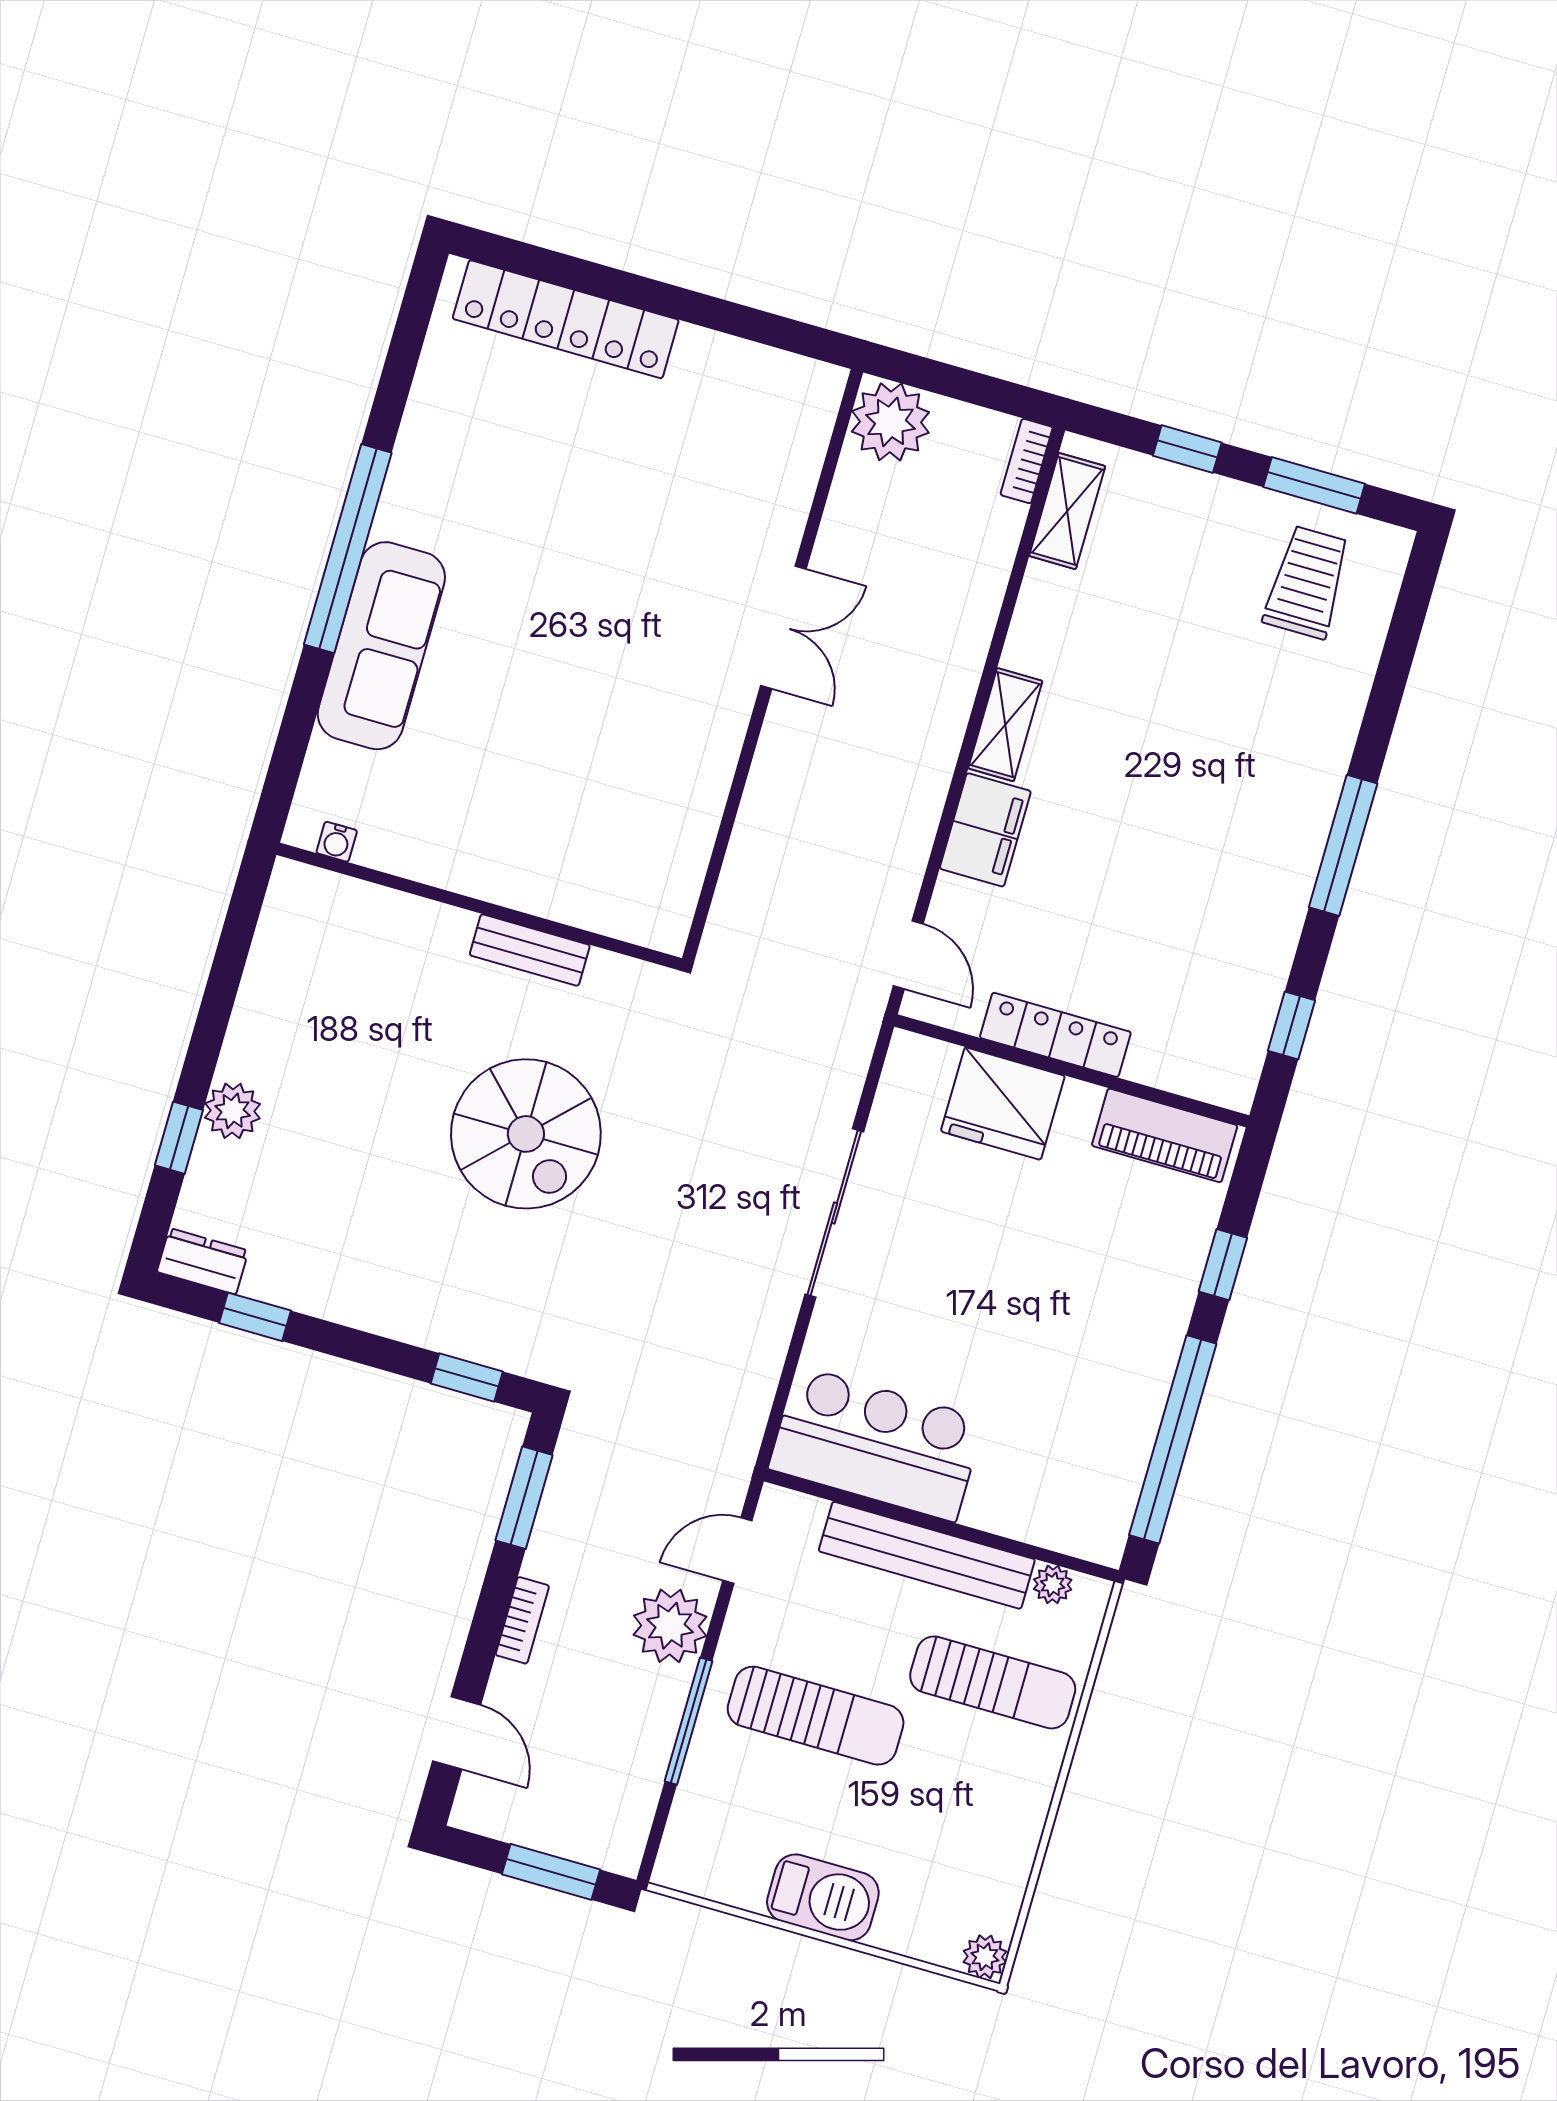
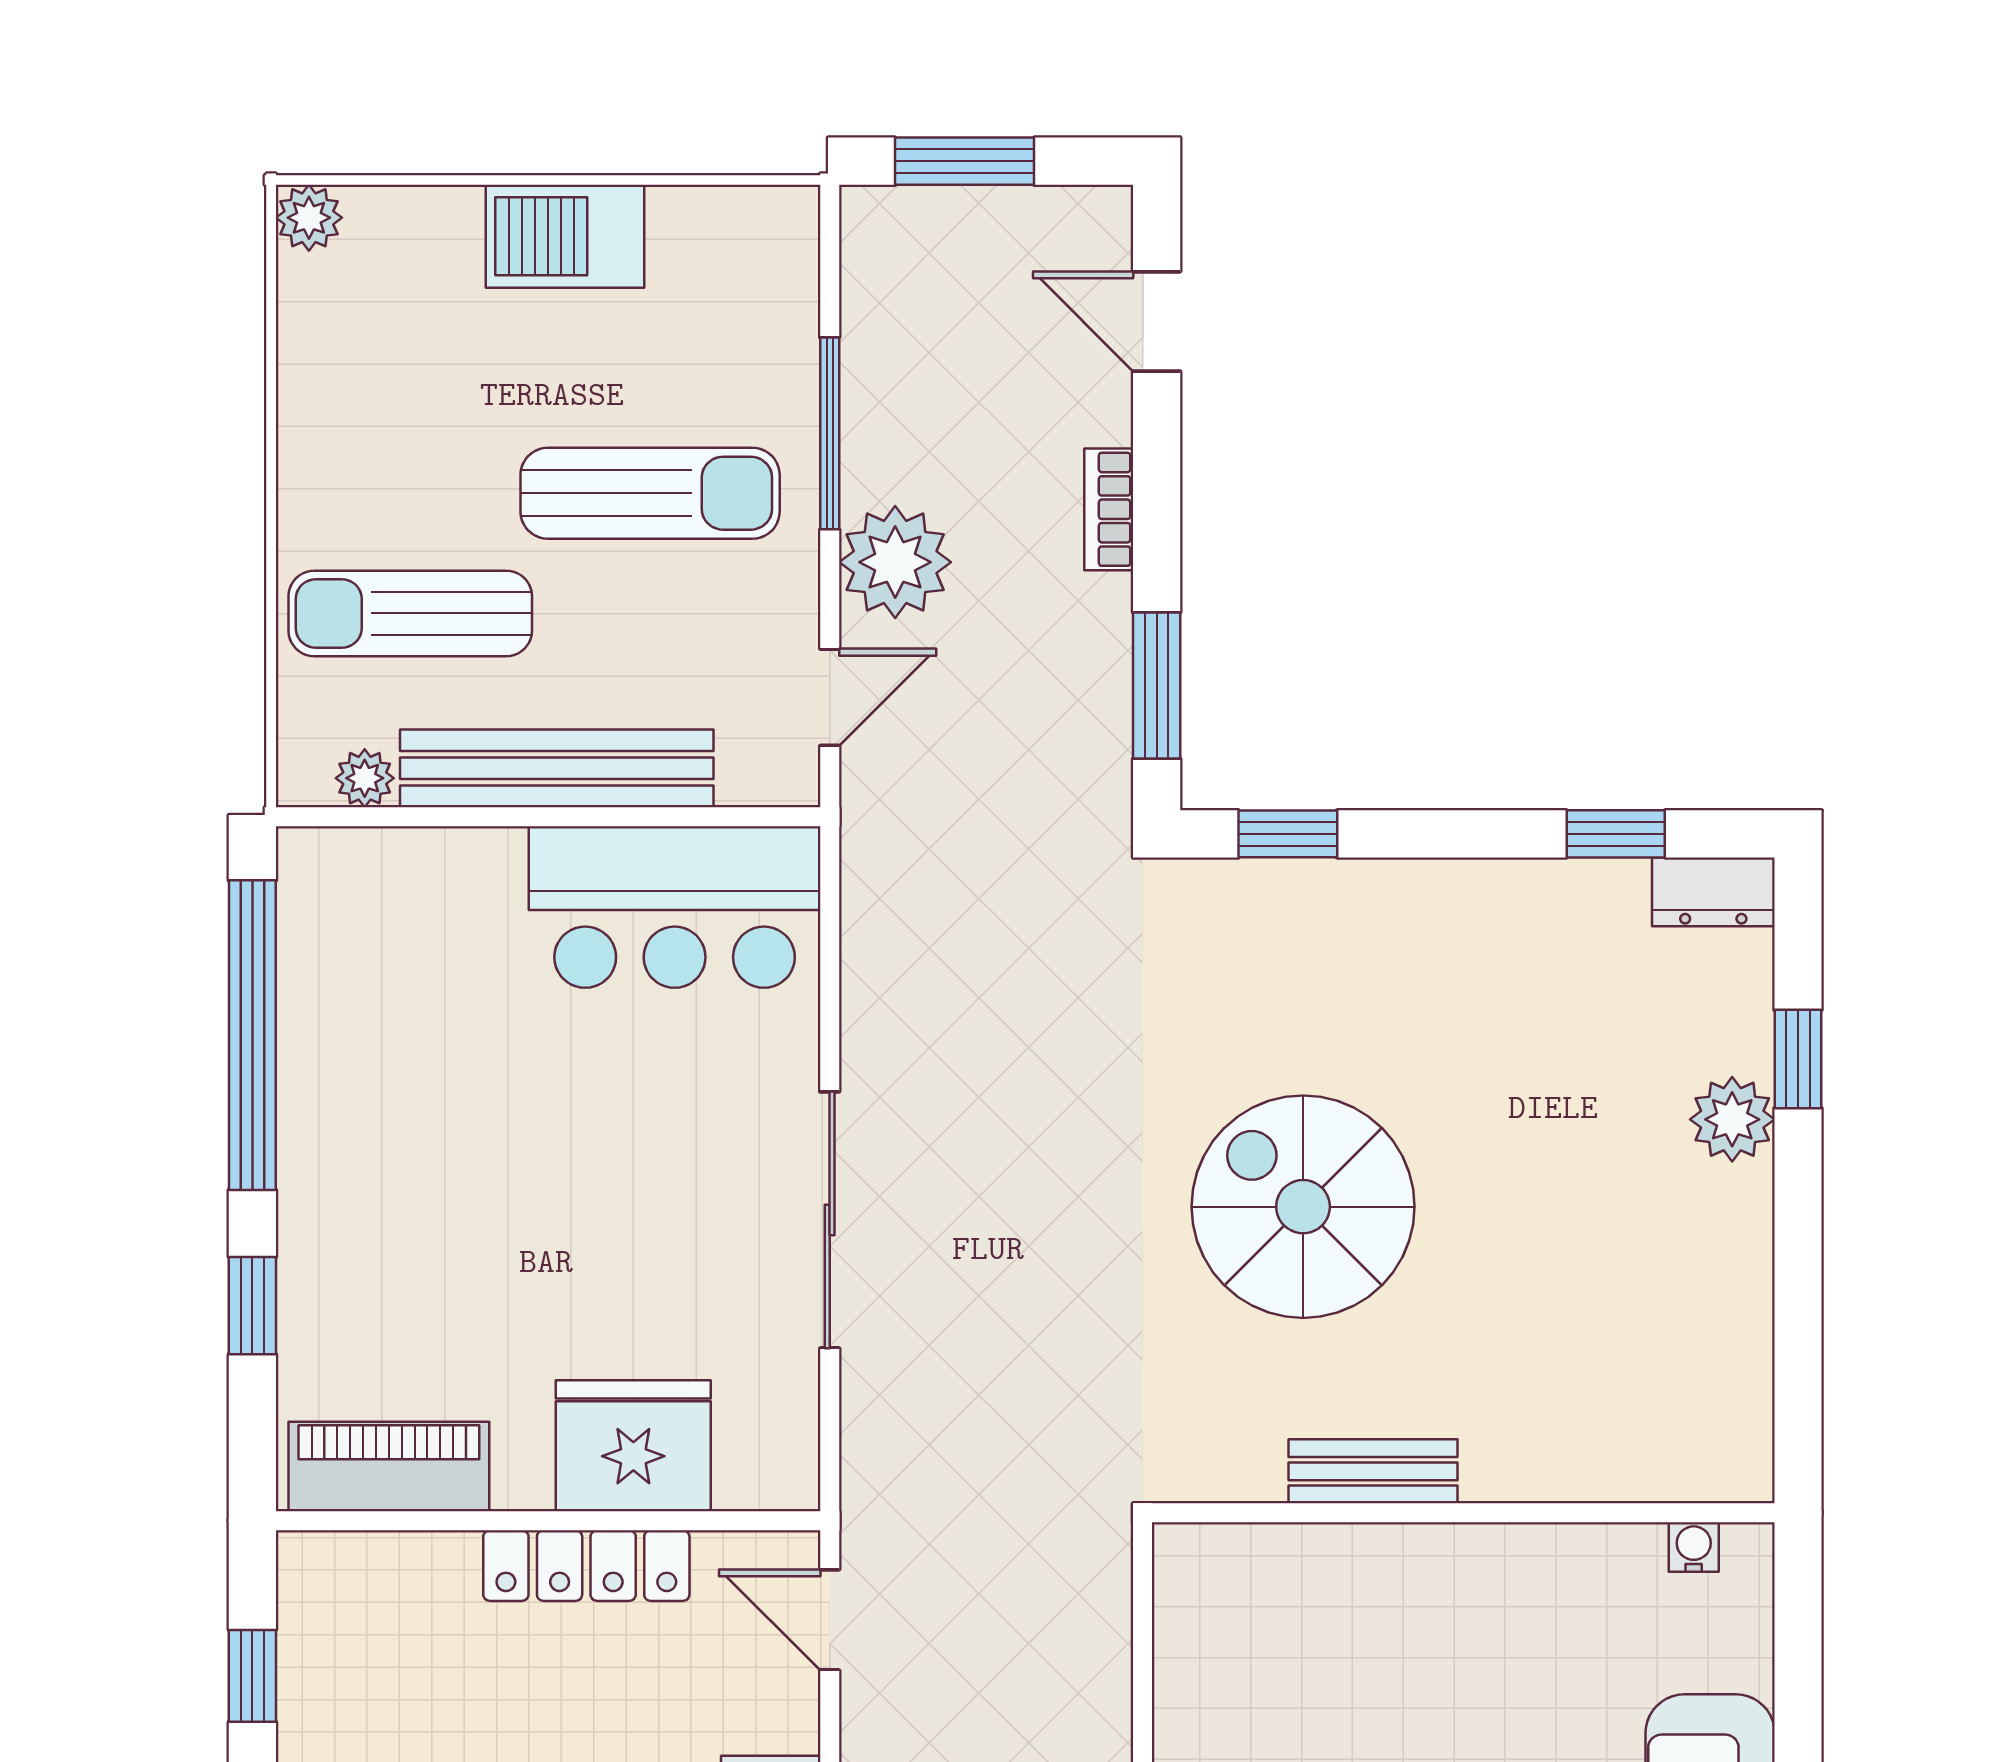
sun lounger: (816, 1716) -> (650, 493), turned 180

